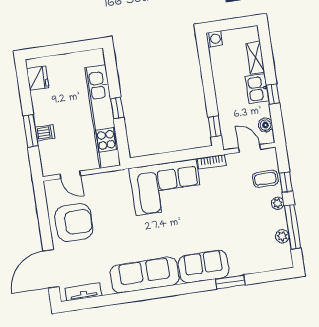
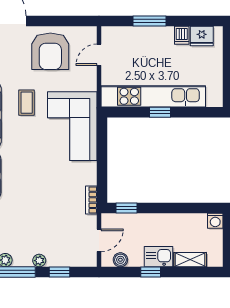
dishwasher: (45, 133) -> (182, 35), moved
coffee table: (265, 179) -> (27, 103), moved
corner sofa: (166, 187) -> (72, 126), moved

